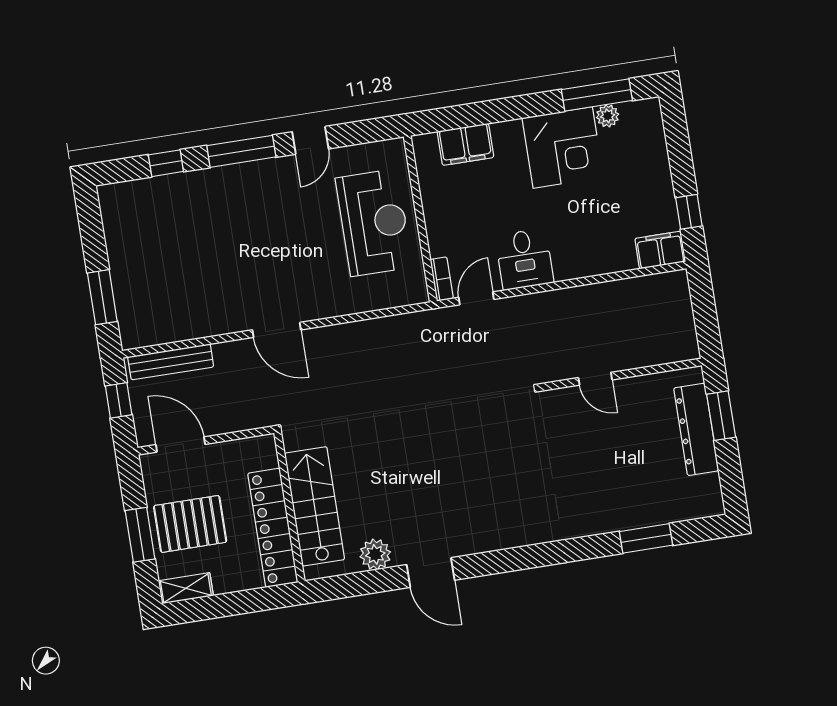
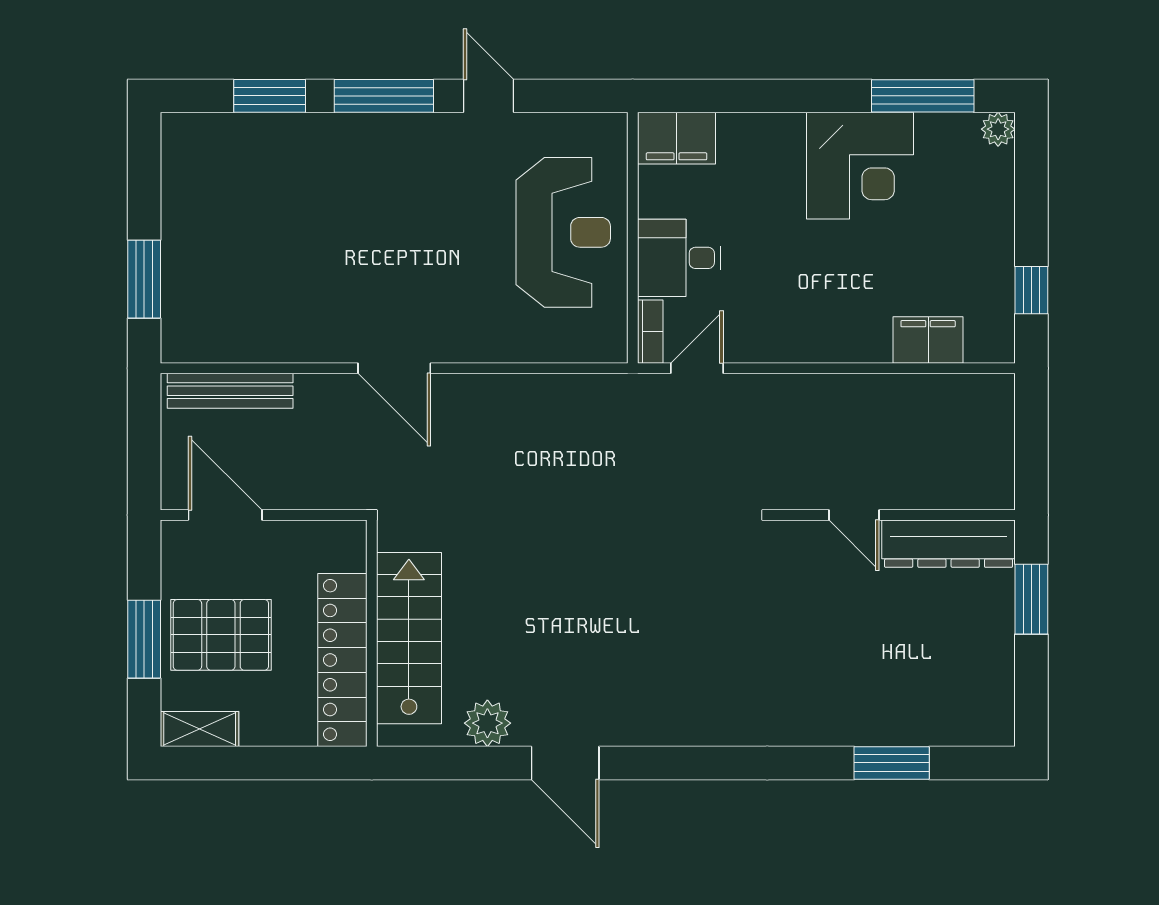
plant: (608, 116) -> (998, 129), moved
door: (310, 140) -> (489, 96), swing flipped
filing cabinet: (465, 144) -> (677, 138), moved
window: (166, 163) -> (270, 96), width x1.50
filing cabinet: (660, 250) -> (928, 340), moved
desk: (524, 259) -> (679, 258), moved, turned 90
window: (119, 400) -> (144, 435), removed
dresser: (696, 429) -> (949, 544), moved, turned -90

